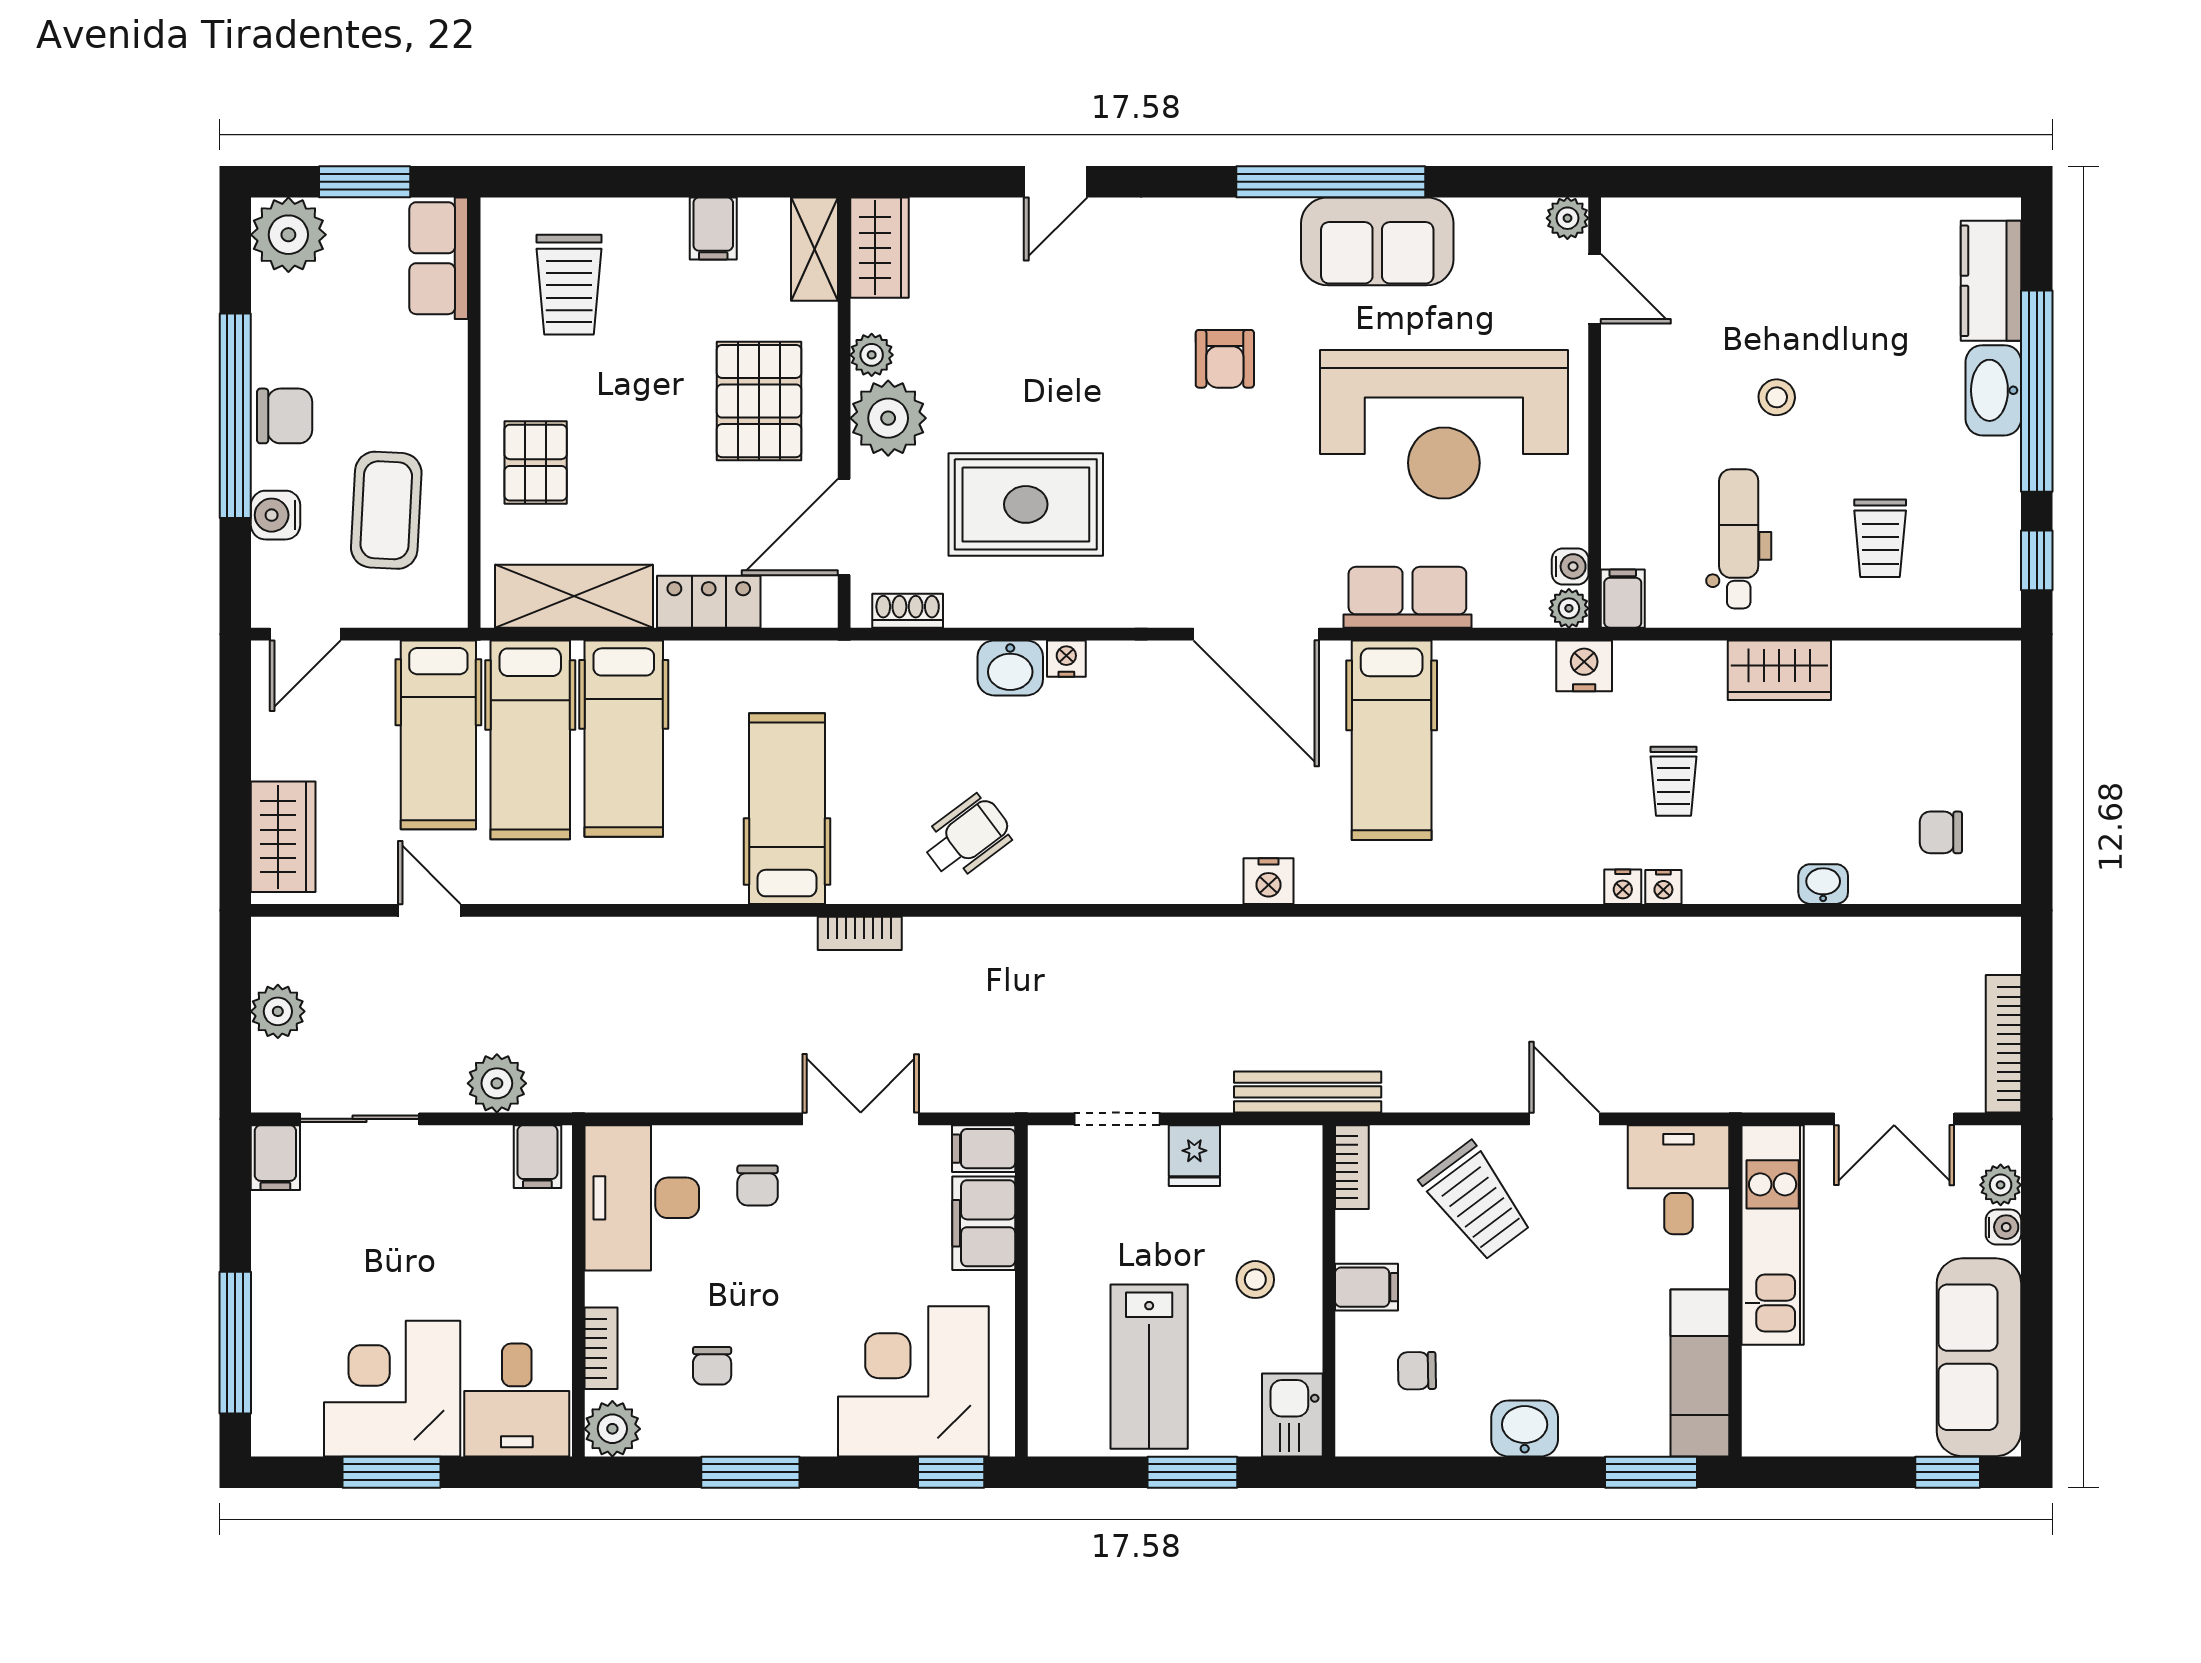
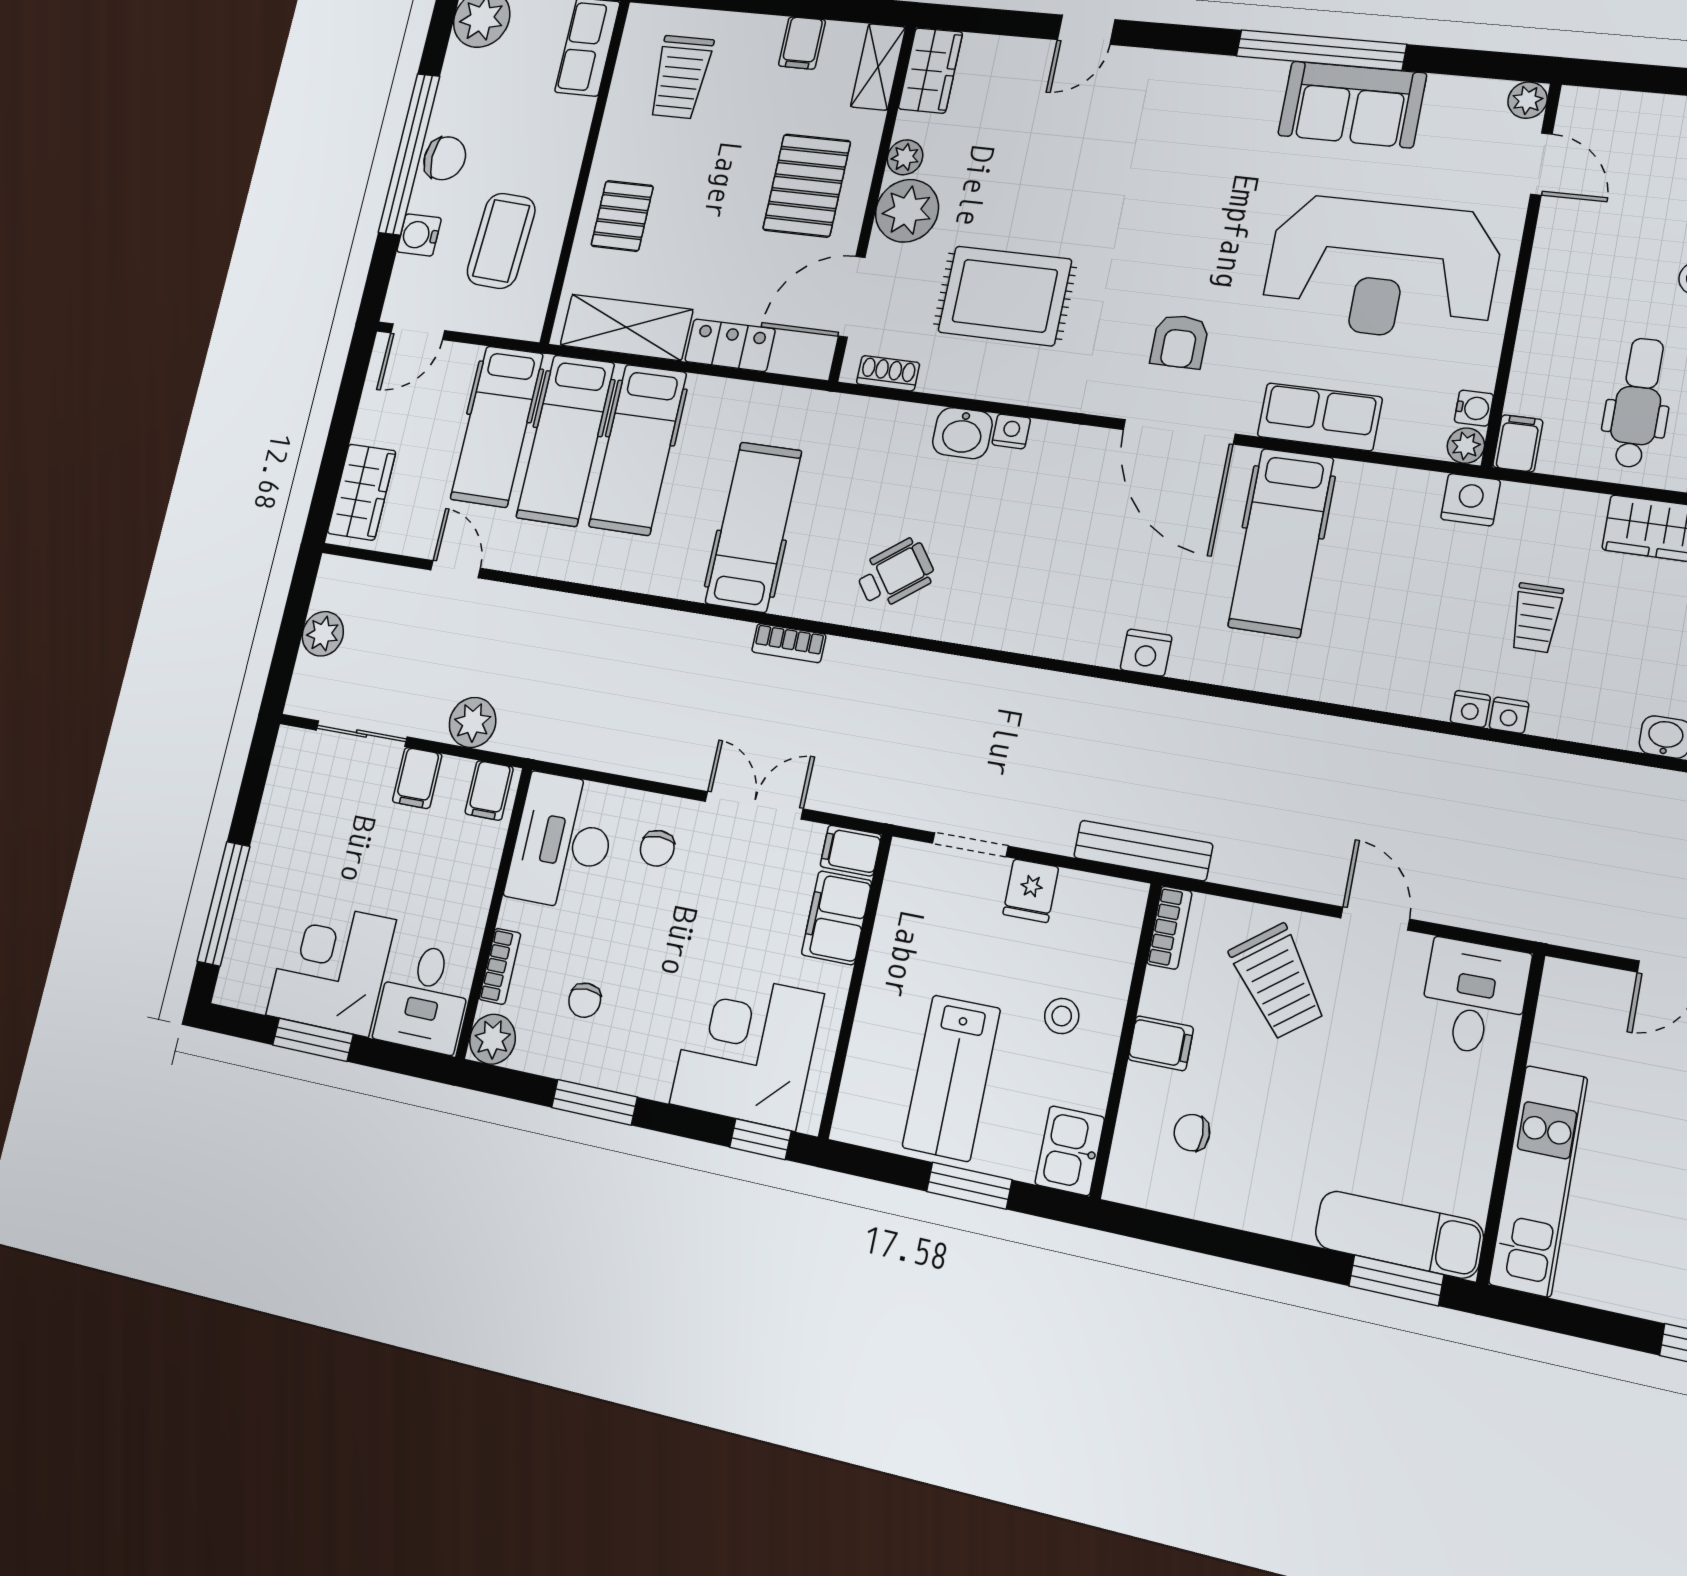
armchair: (1225, 359) -> (1180, 341), moved
filing cabinet: (275, 1158) -> (417, 778), moved
kitchen unit: (1773, 1235) -> (1538, 1181), moved
exam couch: (1700, 1373) -> (1399, 1234), moved, turned 90
washbasin: (1525, 1428) -> (1282, 1210), removed

